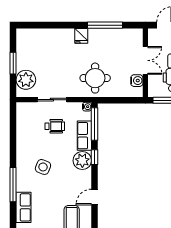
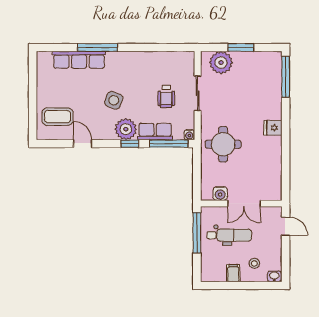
window: (105, 25) -> (286, 77), moved
side table: (43, 167) -> (114, 100), moved
row of seats: (23, 207) -> (79, 60), width x1.48

